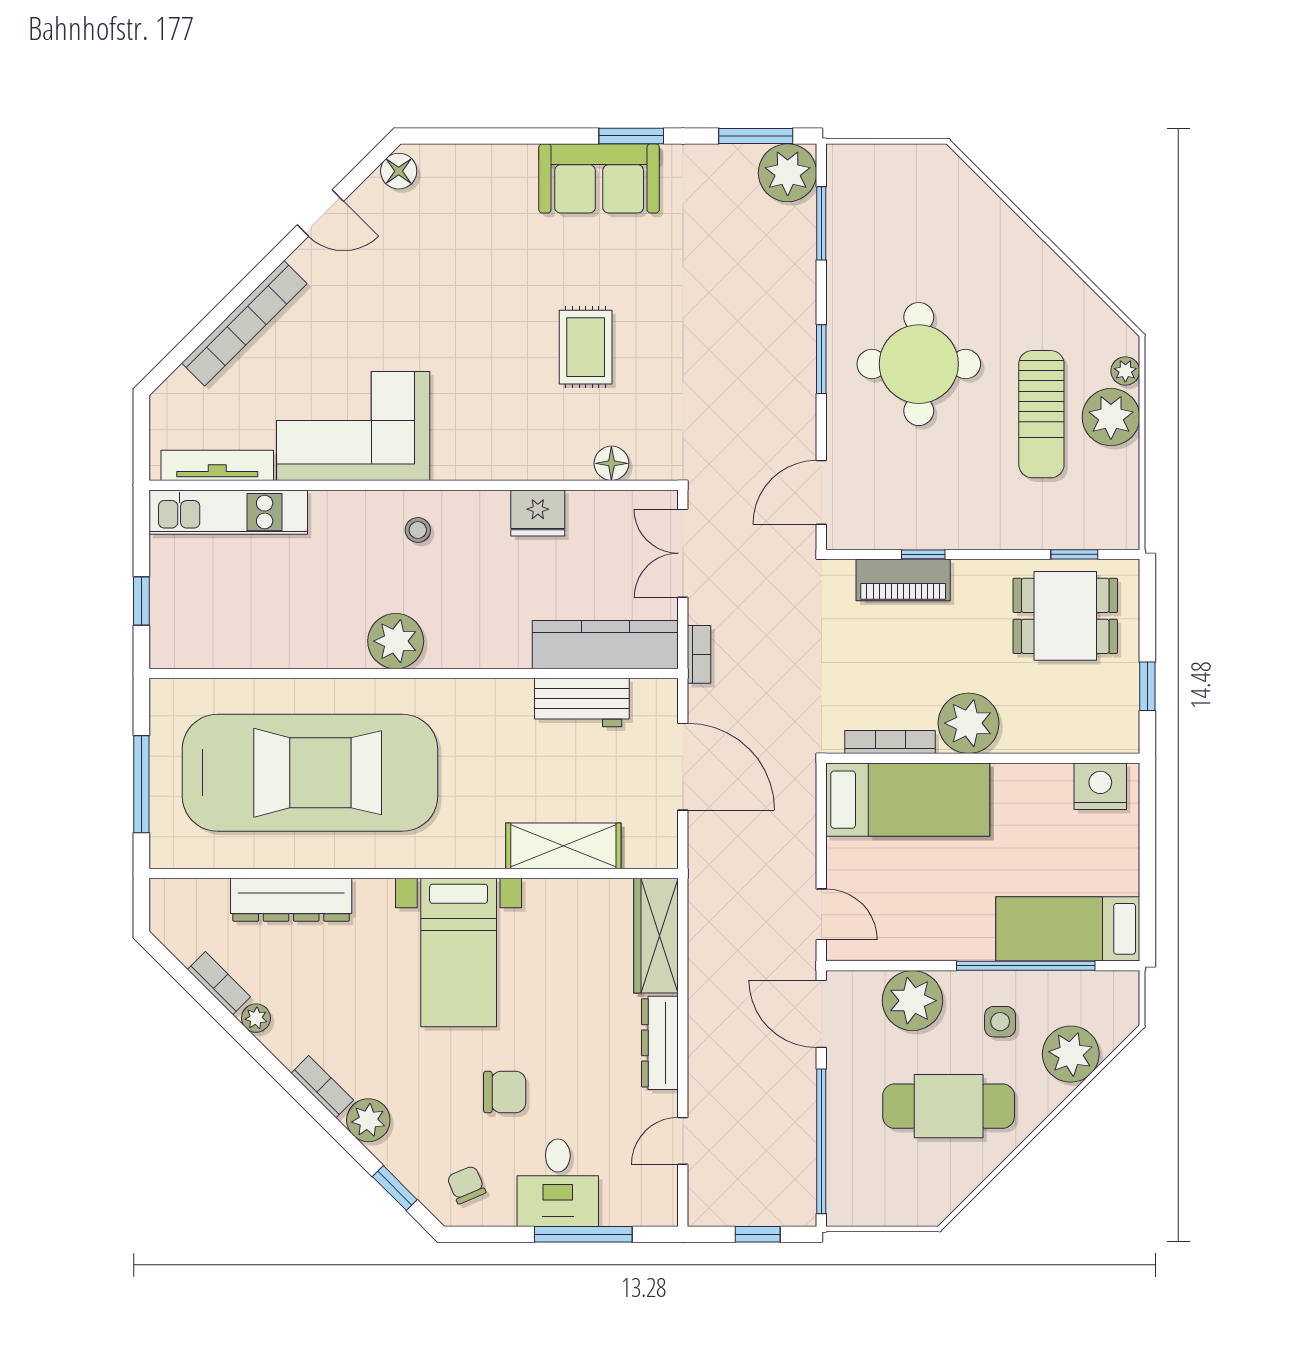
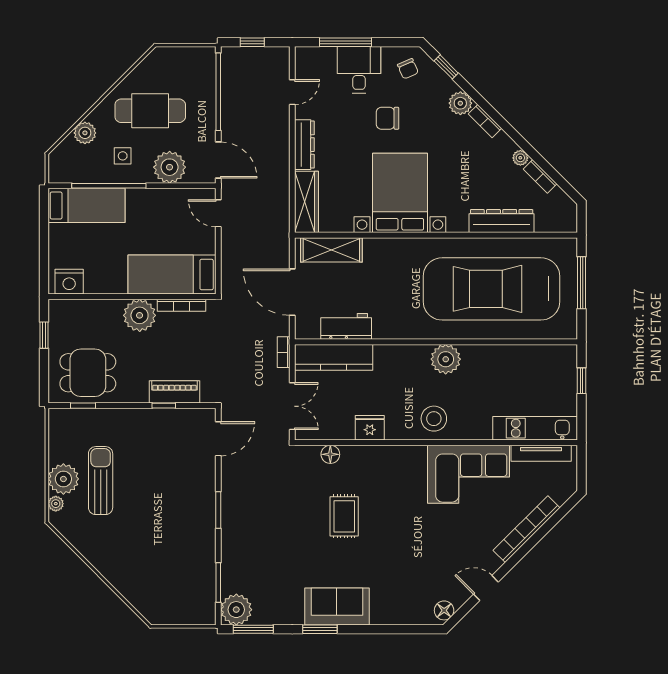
round table: (919, 364) -> (166, 507), removed
stool: (418, 530) -> (434, 419), width x1.89, depth x1.89
shelving: (563, 846) -> (331, 250), moved
bed with nightstands: (459, 953) -> (400, 193), width x1.36
plant: (1071, 1054) -> (85, 133), width x0.73, depth x0.73

